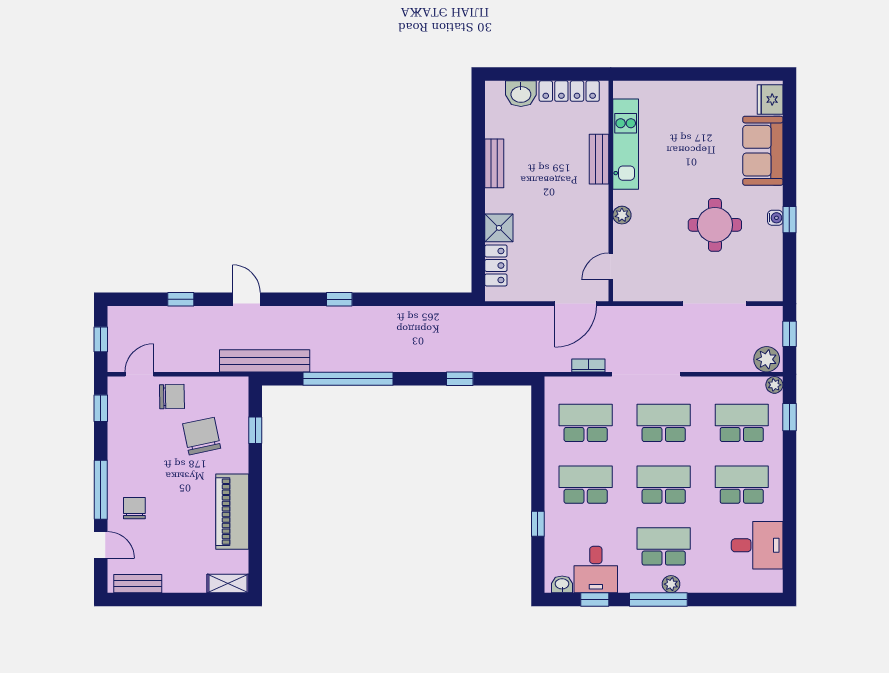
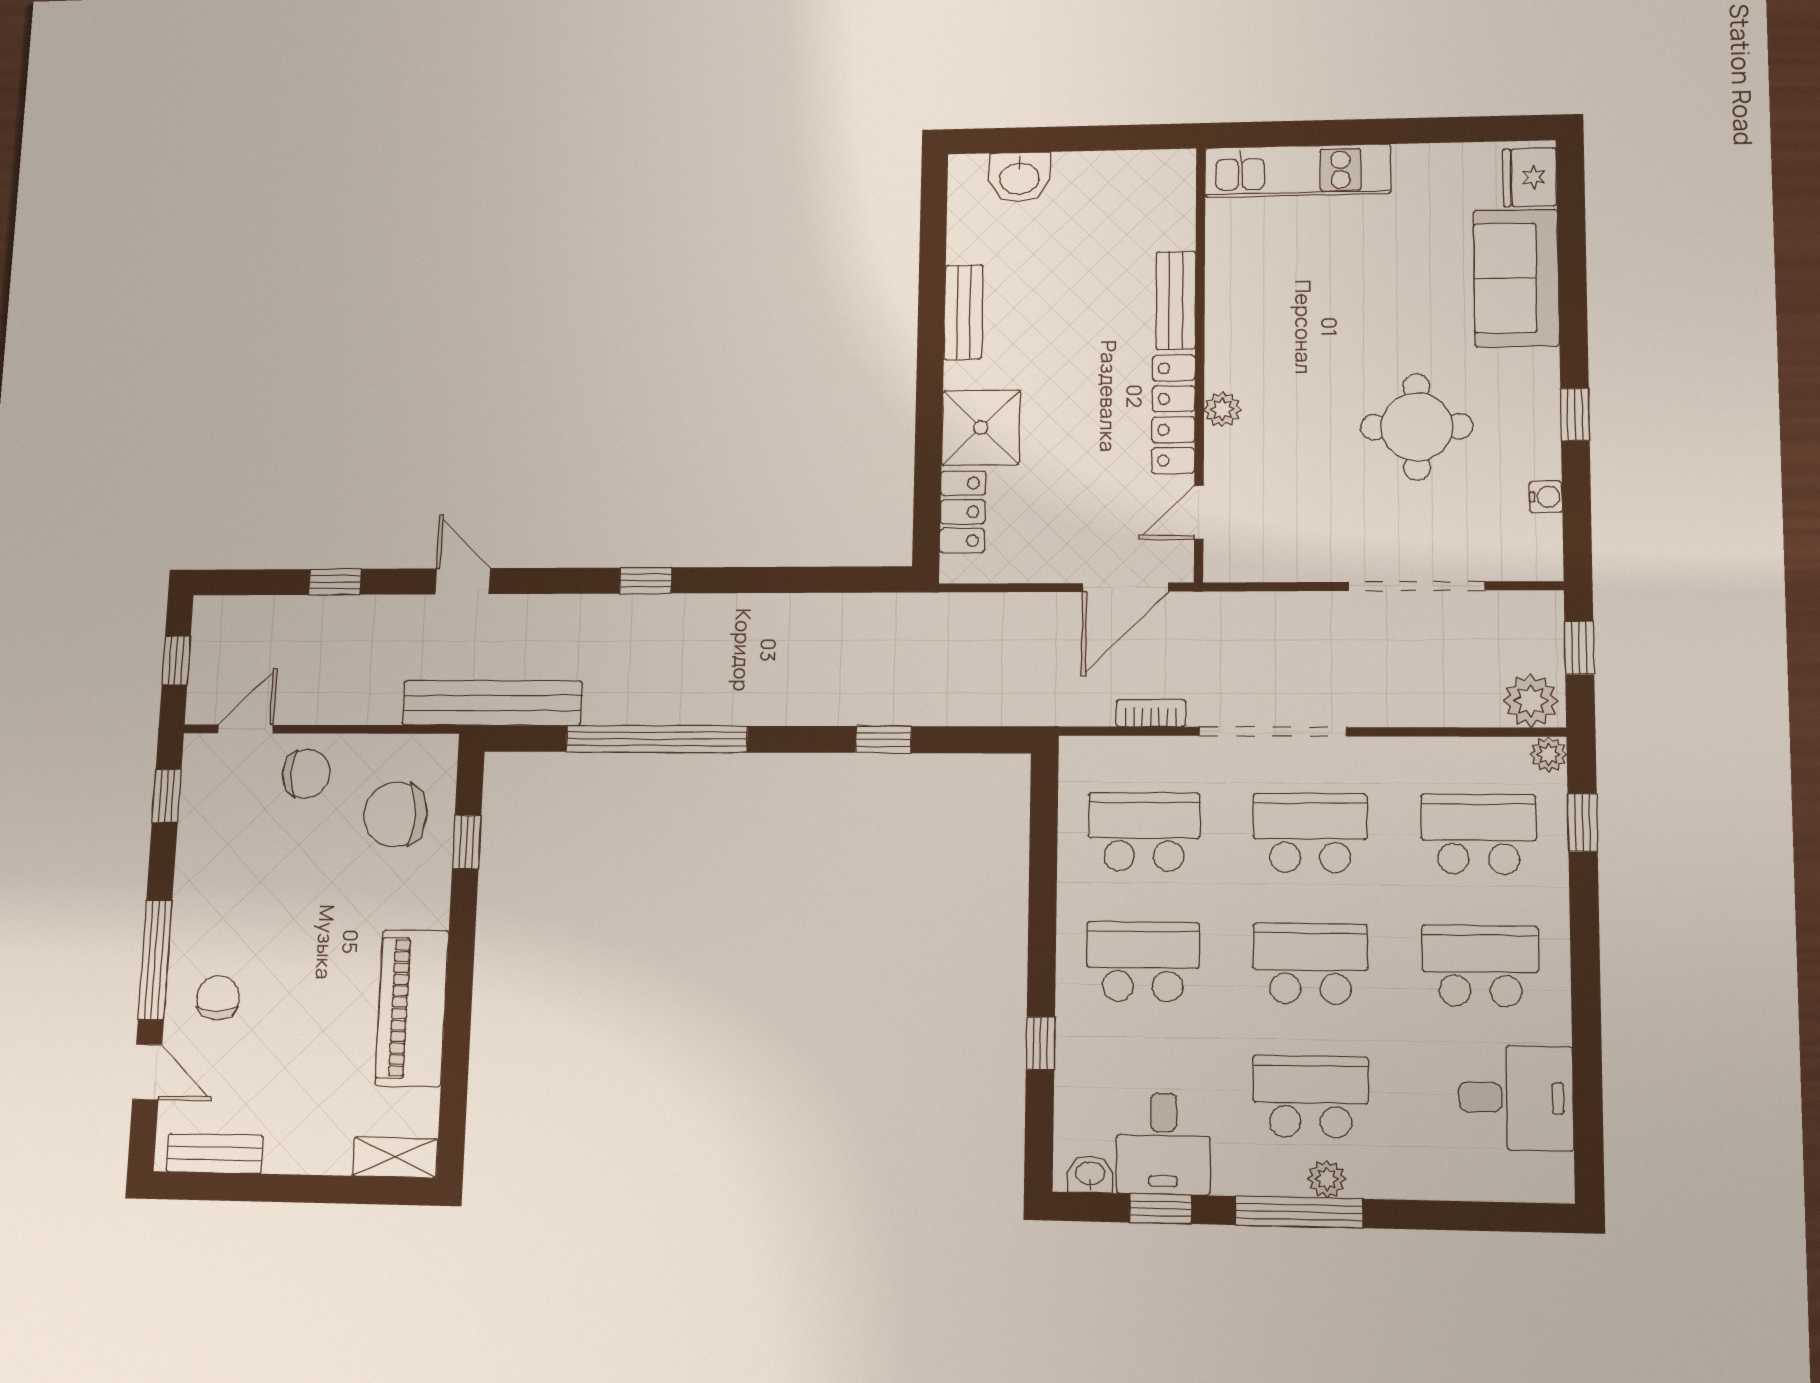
locker: (569, 91) -> (1173, 414), moved, turned 90
kitchen unit: (626, 144) -> (1298, 171), moved, turned 90
water cooler: (775, 218) -> (1546, 497), moved
shower: (499, 228) -> (981, 428), width x1.36, depth x1.36
chair: (202, 436) -> (396, 814), moved, turned -78

